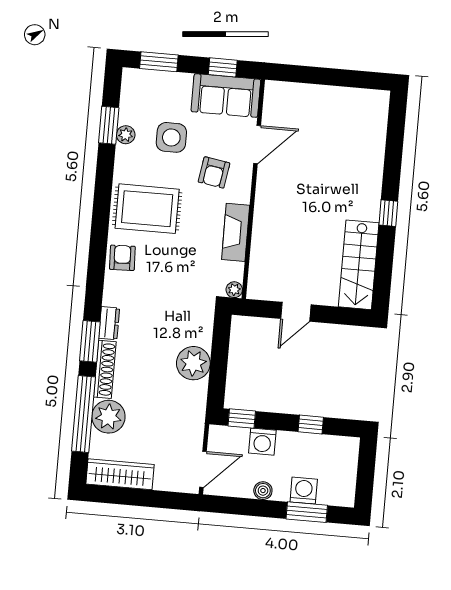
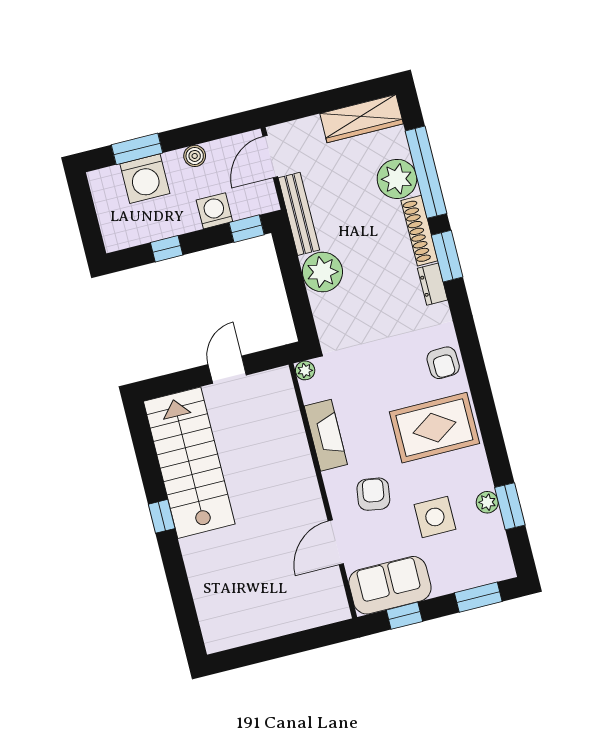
stairs: (359, 265) -> (189, 463), width x1.36, depth x1.51
bench: (196, 416) -> (299, 214), added
washing machine: (304, 491) -> (145, 179), width x1.37, depth x1.37

